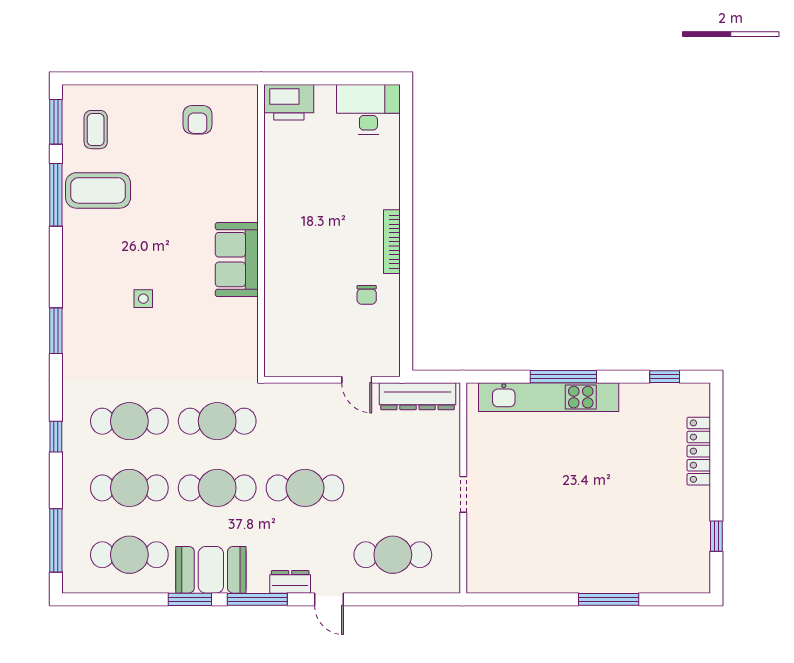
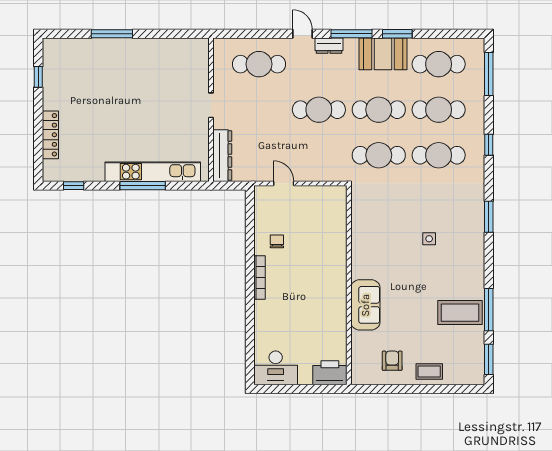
coffee table: (96, 130) -> (429, 371), moved, turned 90
sofa: (237, 260) -> (365, 305), moved
dresser: (418, 396) -> (222, 156), moved, turned 90

